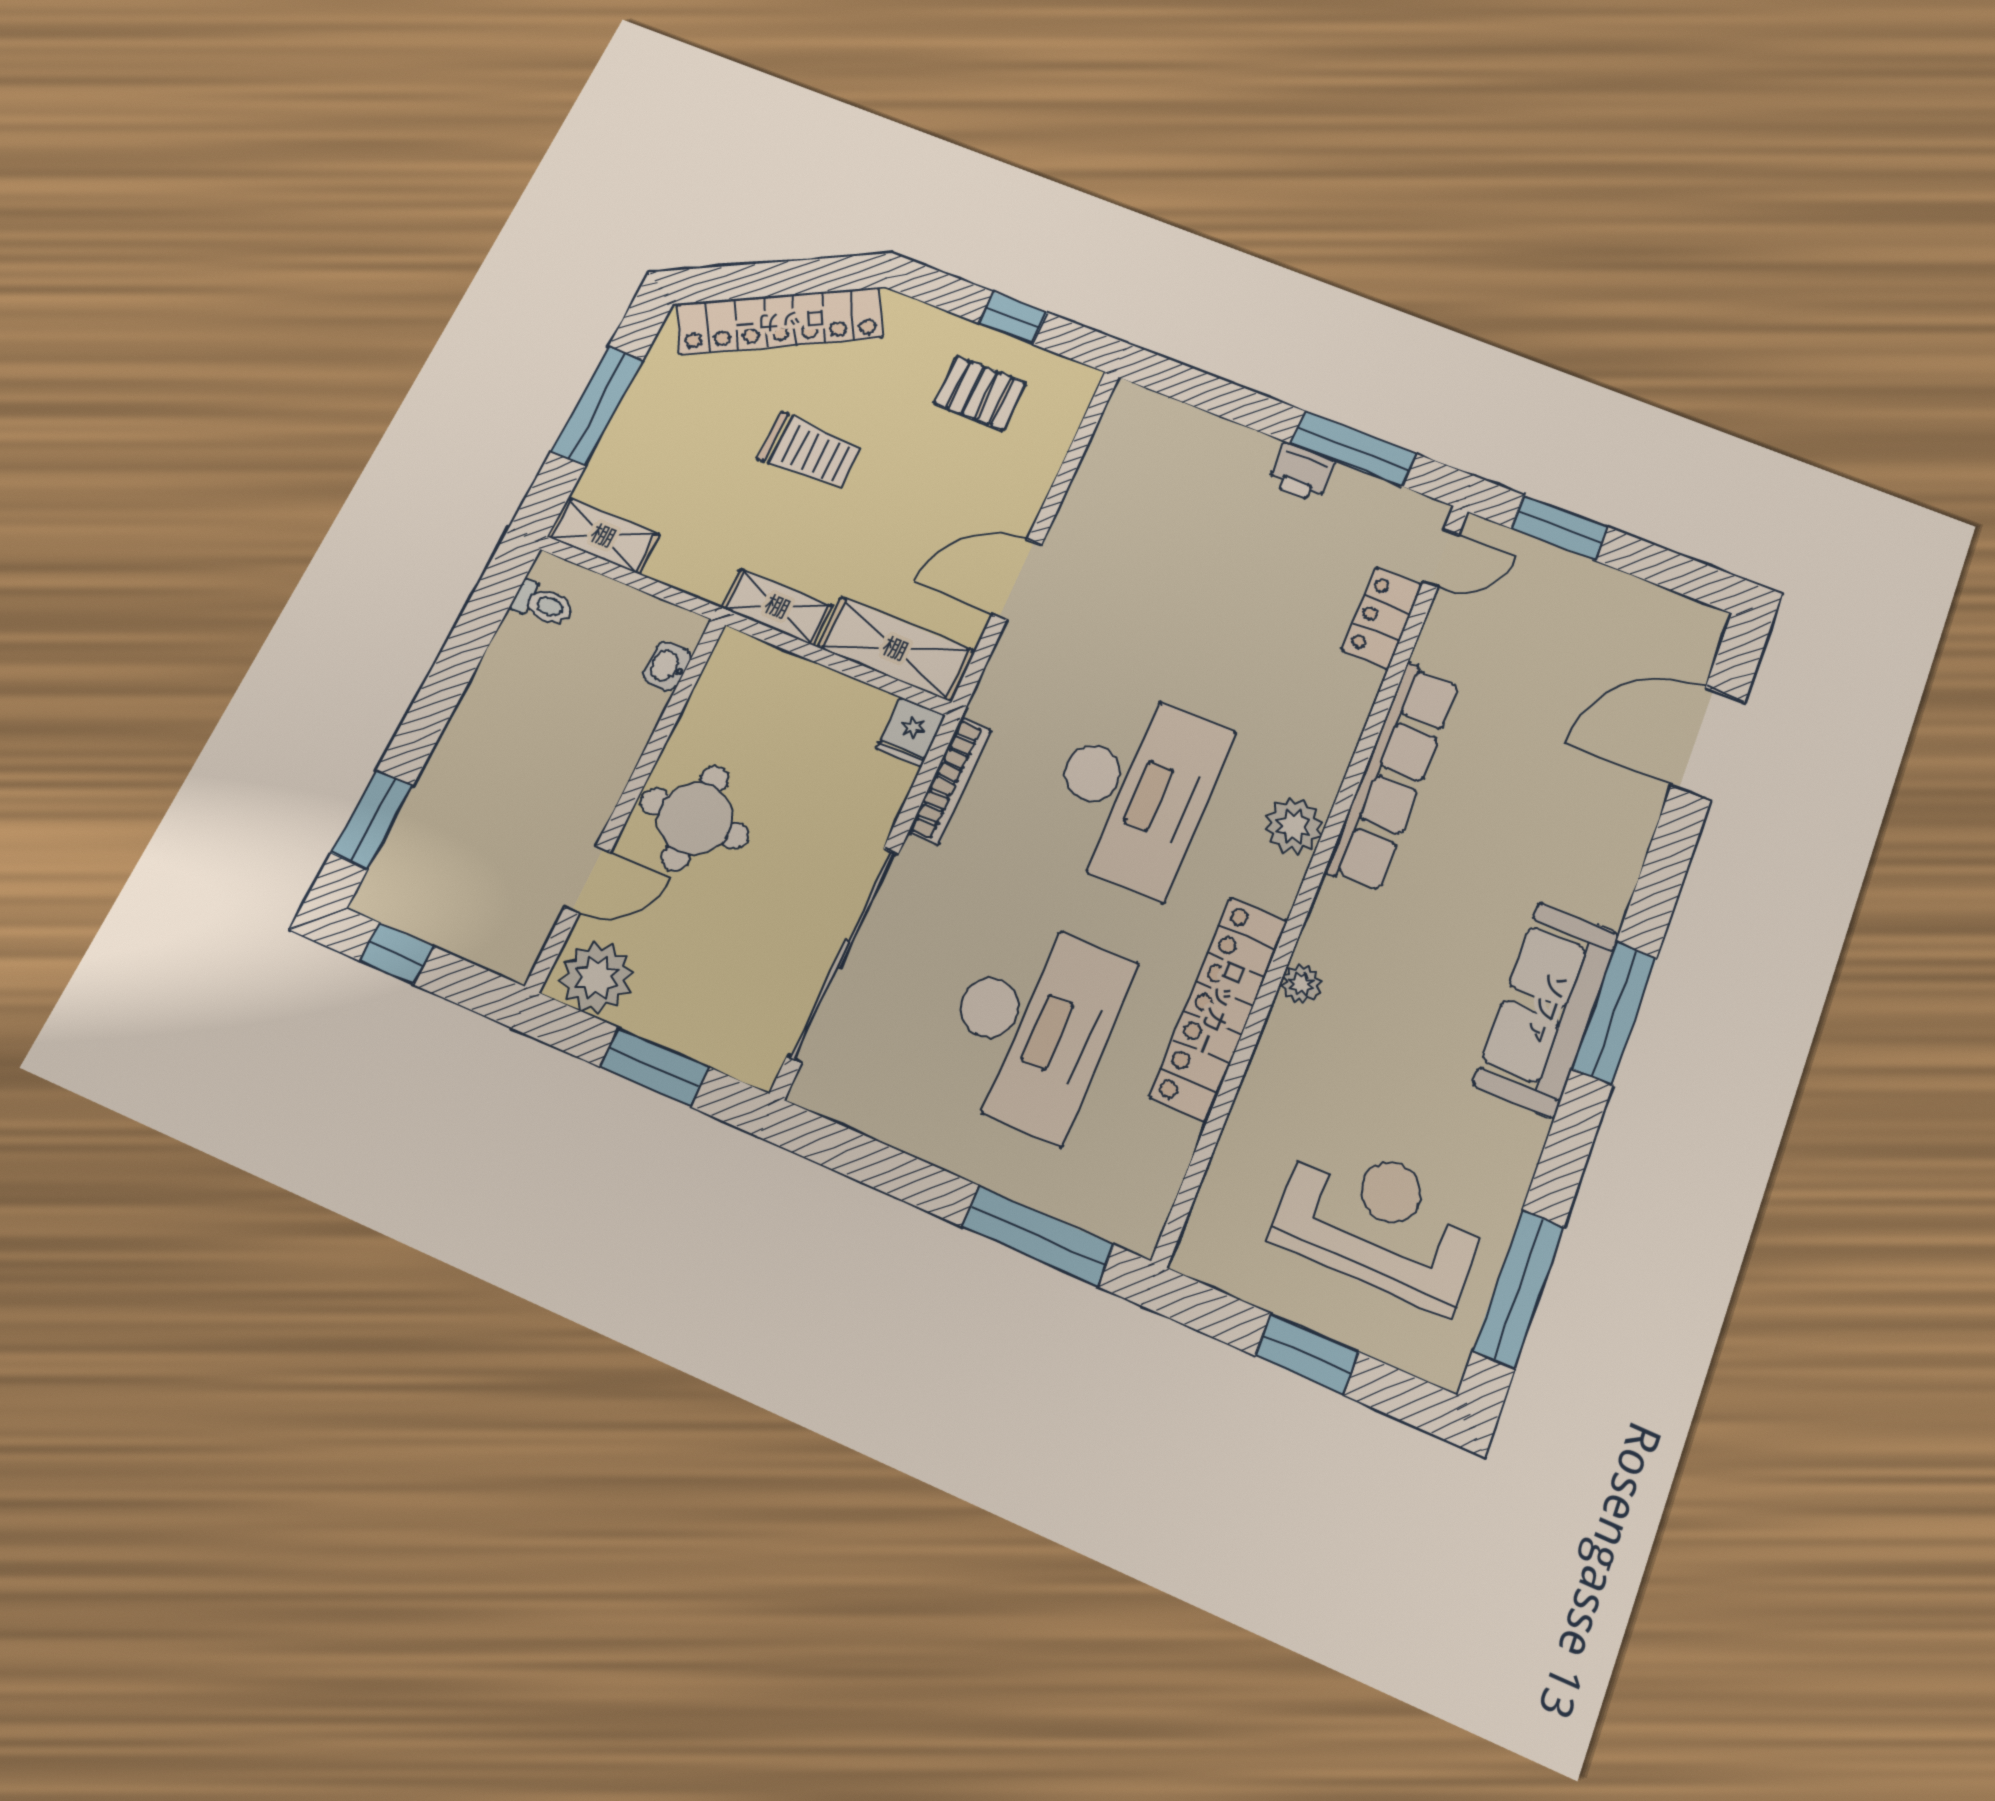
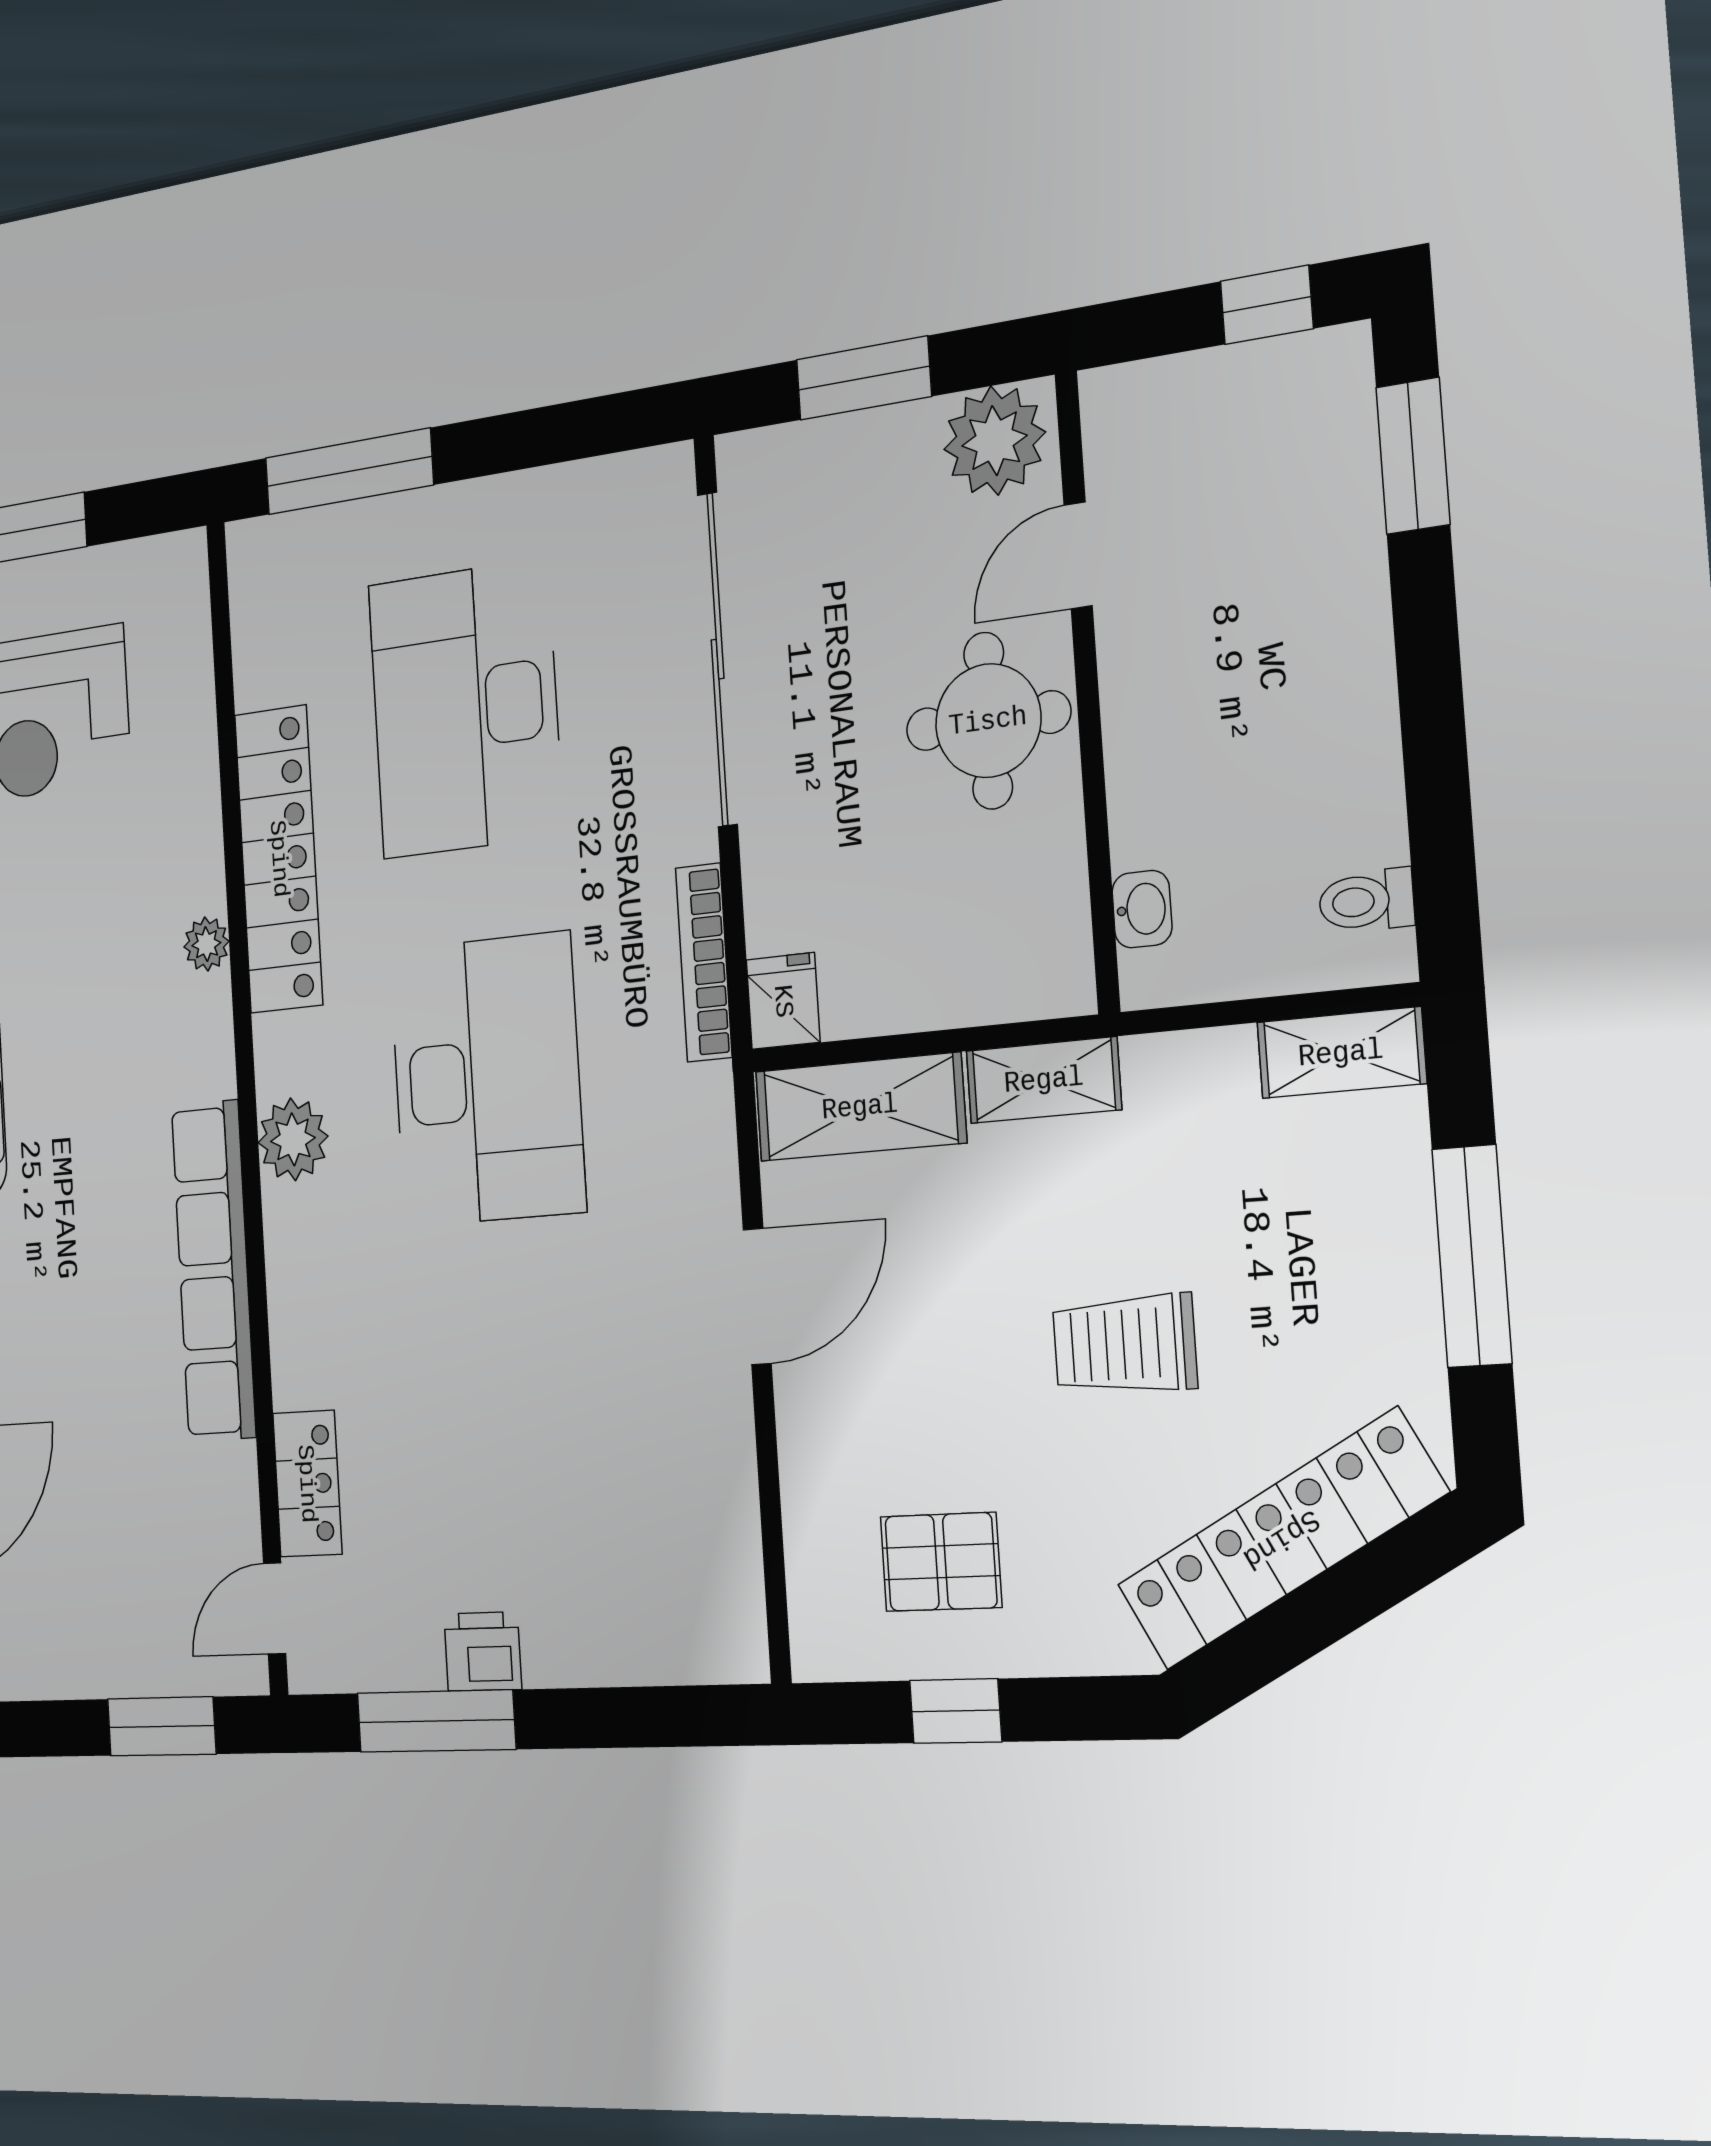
desk: (1134, 790) -> (487, 1080), turned 180

